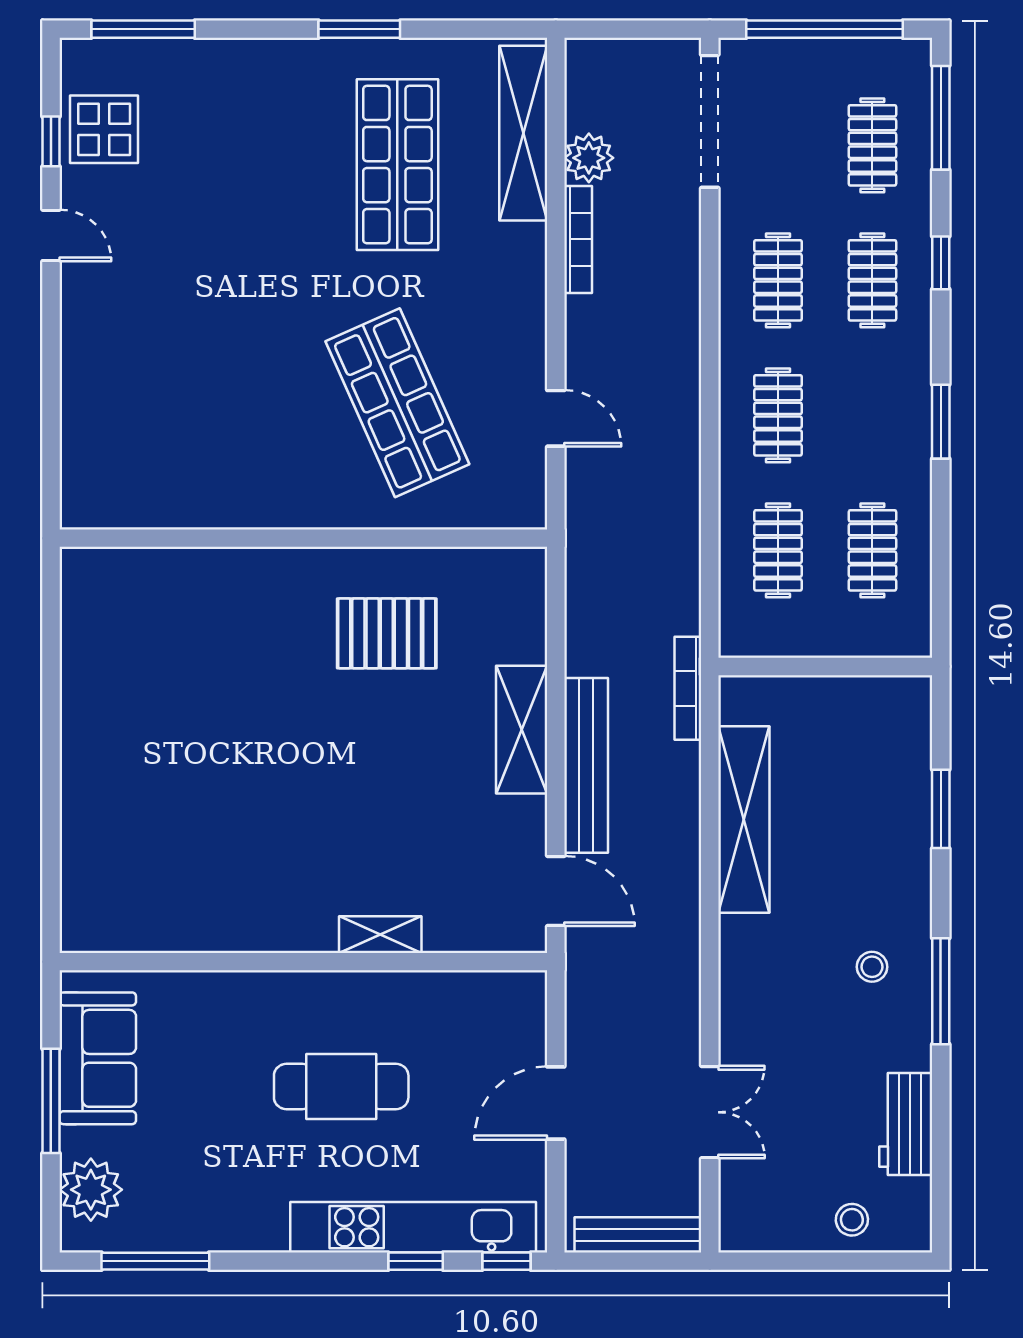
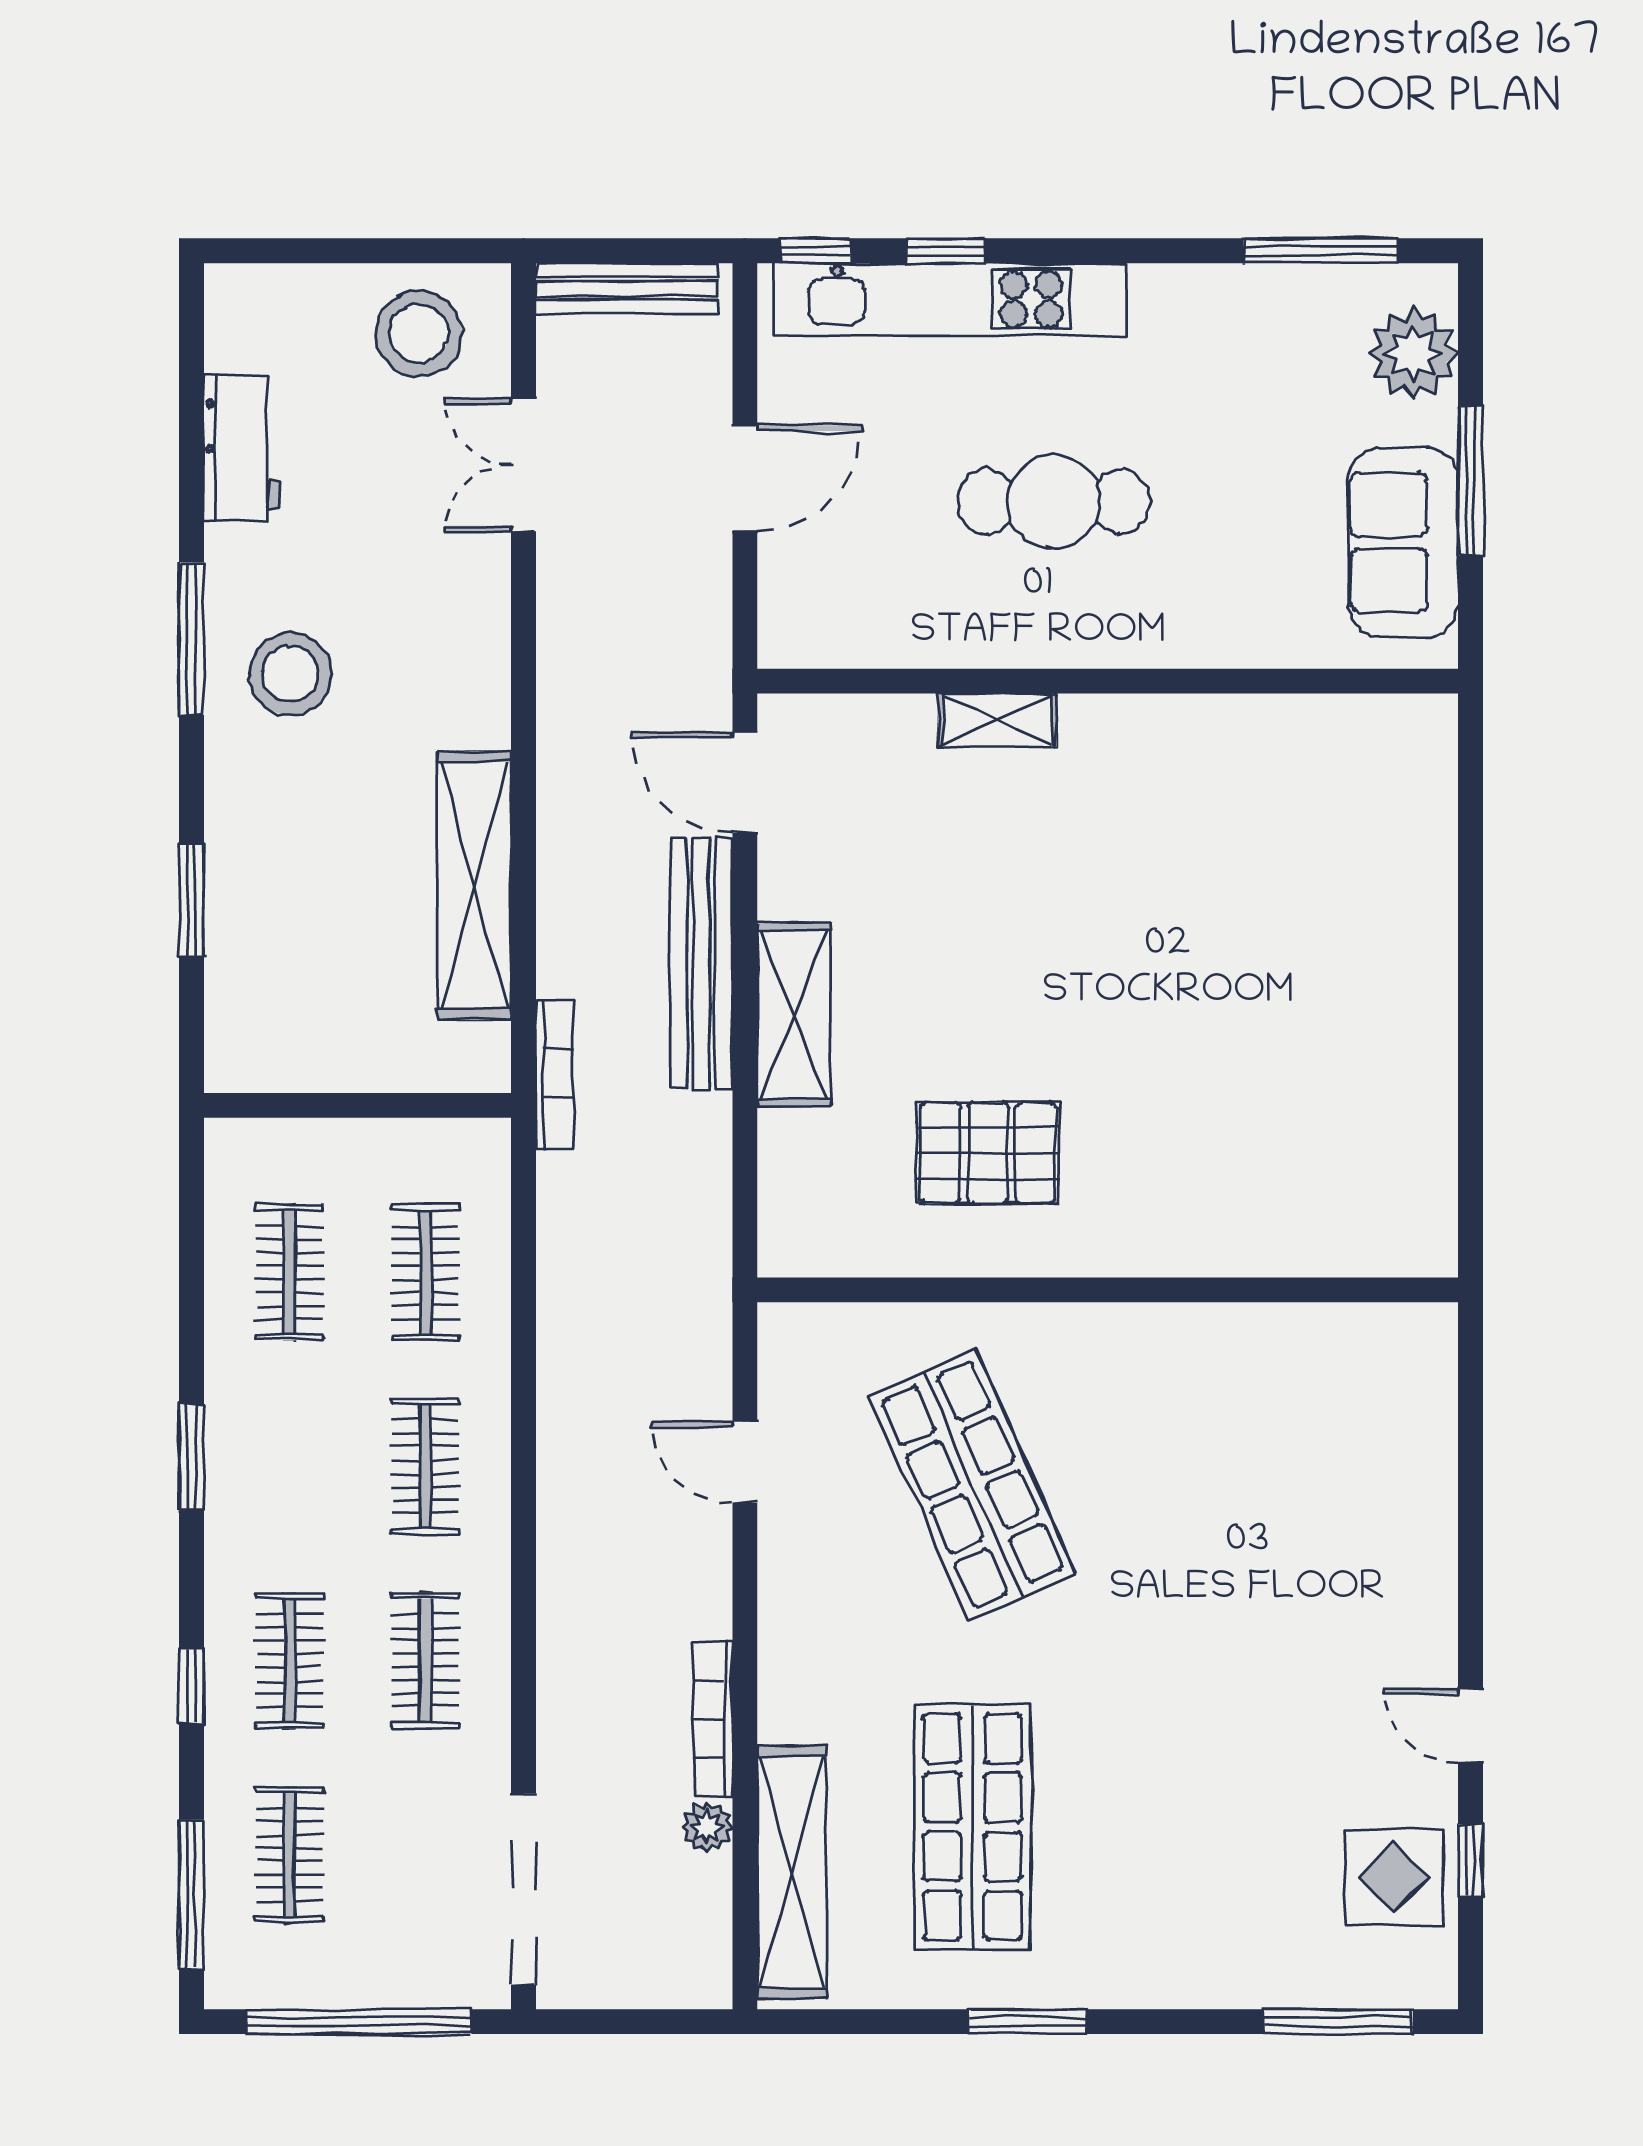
plant: (589, 158) -> (707, 1827), width x0.73, depth x0.73
stool: (872, 967) -> (290, 674), width x1.89, depth x1.89
stool: (852, 1220) -> (419, 333), moved, width x1.89, depth x1.89

